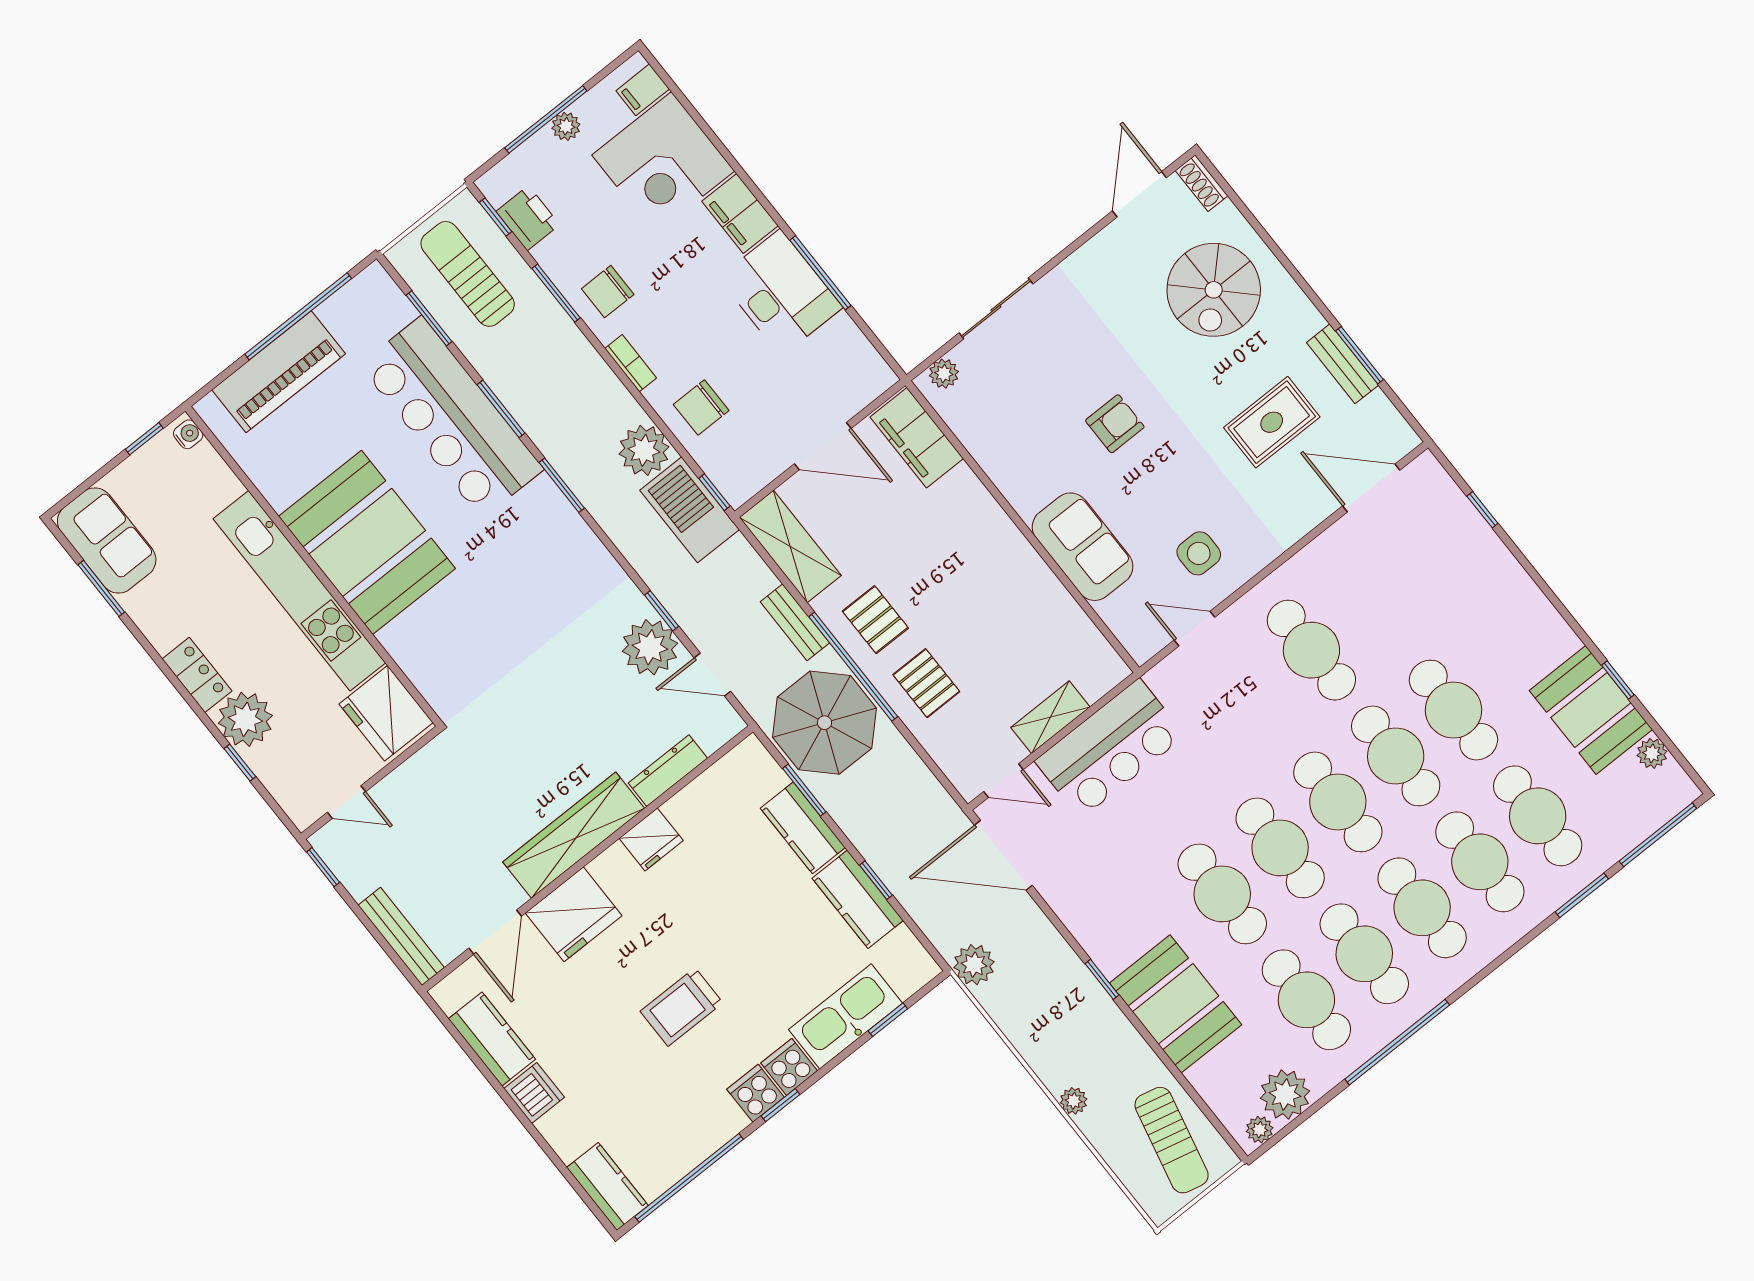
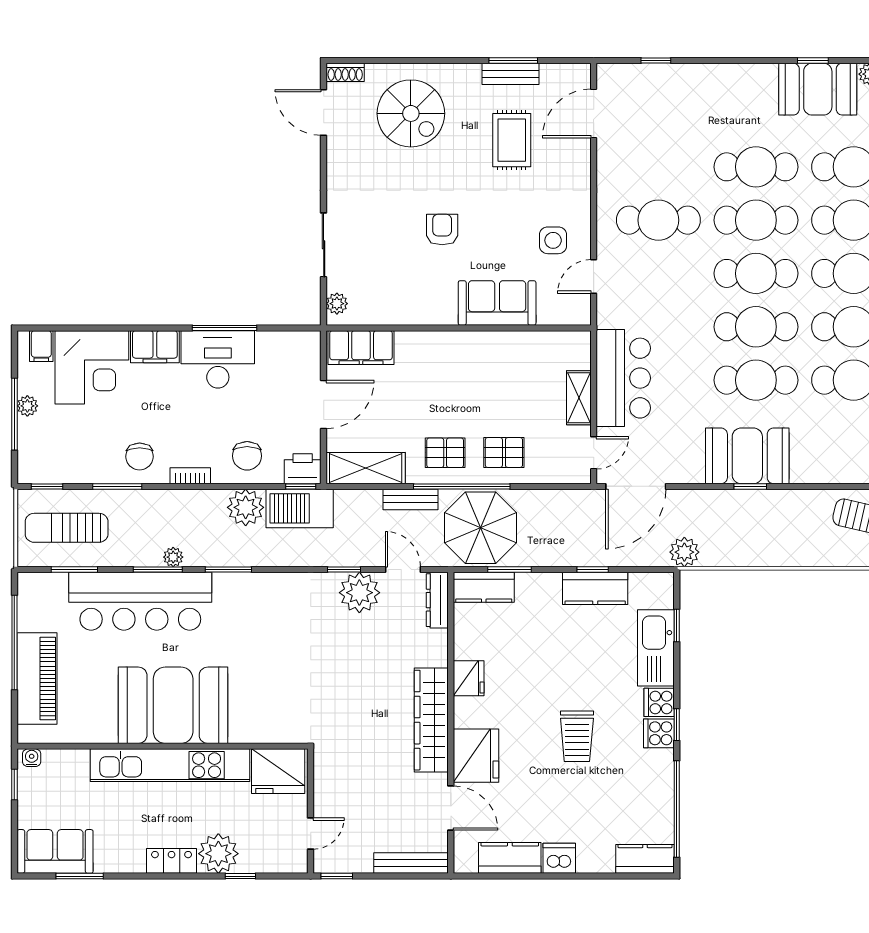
printer: (528, 218) -> (303, 469), moved
door: (712, 675) -> (403, 570), swing flipped
dresser: (668, 771) -> (437, 600), moved
kitchen counter: (803, 828) -> (484, 587), moved
booth: (1176, 1004) -> (747, 456), moved
plant: (1074, 1101) -> (173, 557), moved

